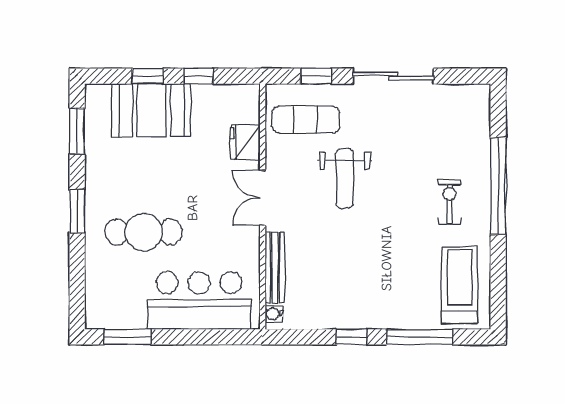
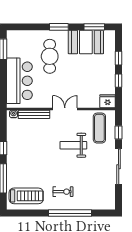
booth: (151, 110) -> (86, 42), moved, turned 90
fridge: (245, 142) -> (108, 101), moved

